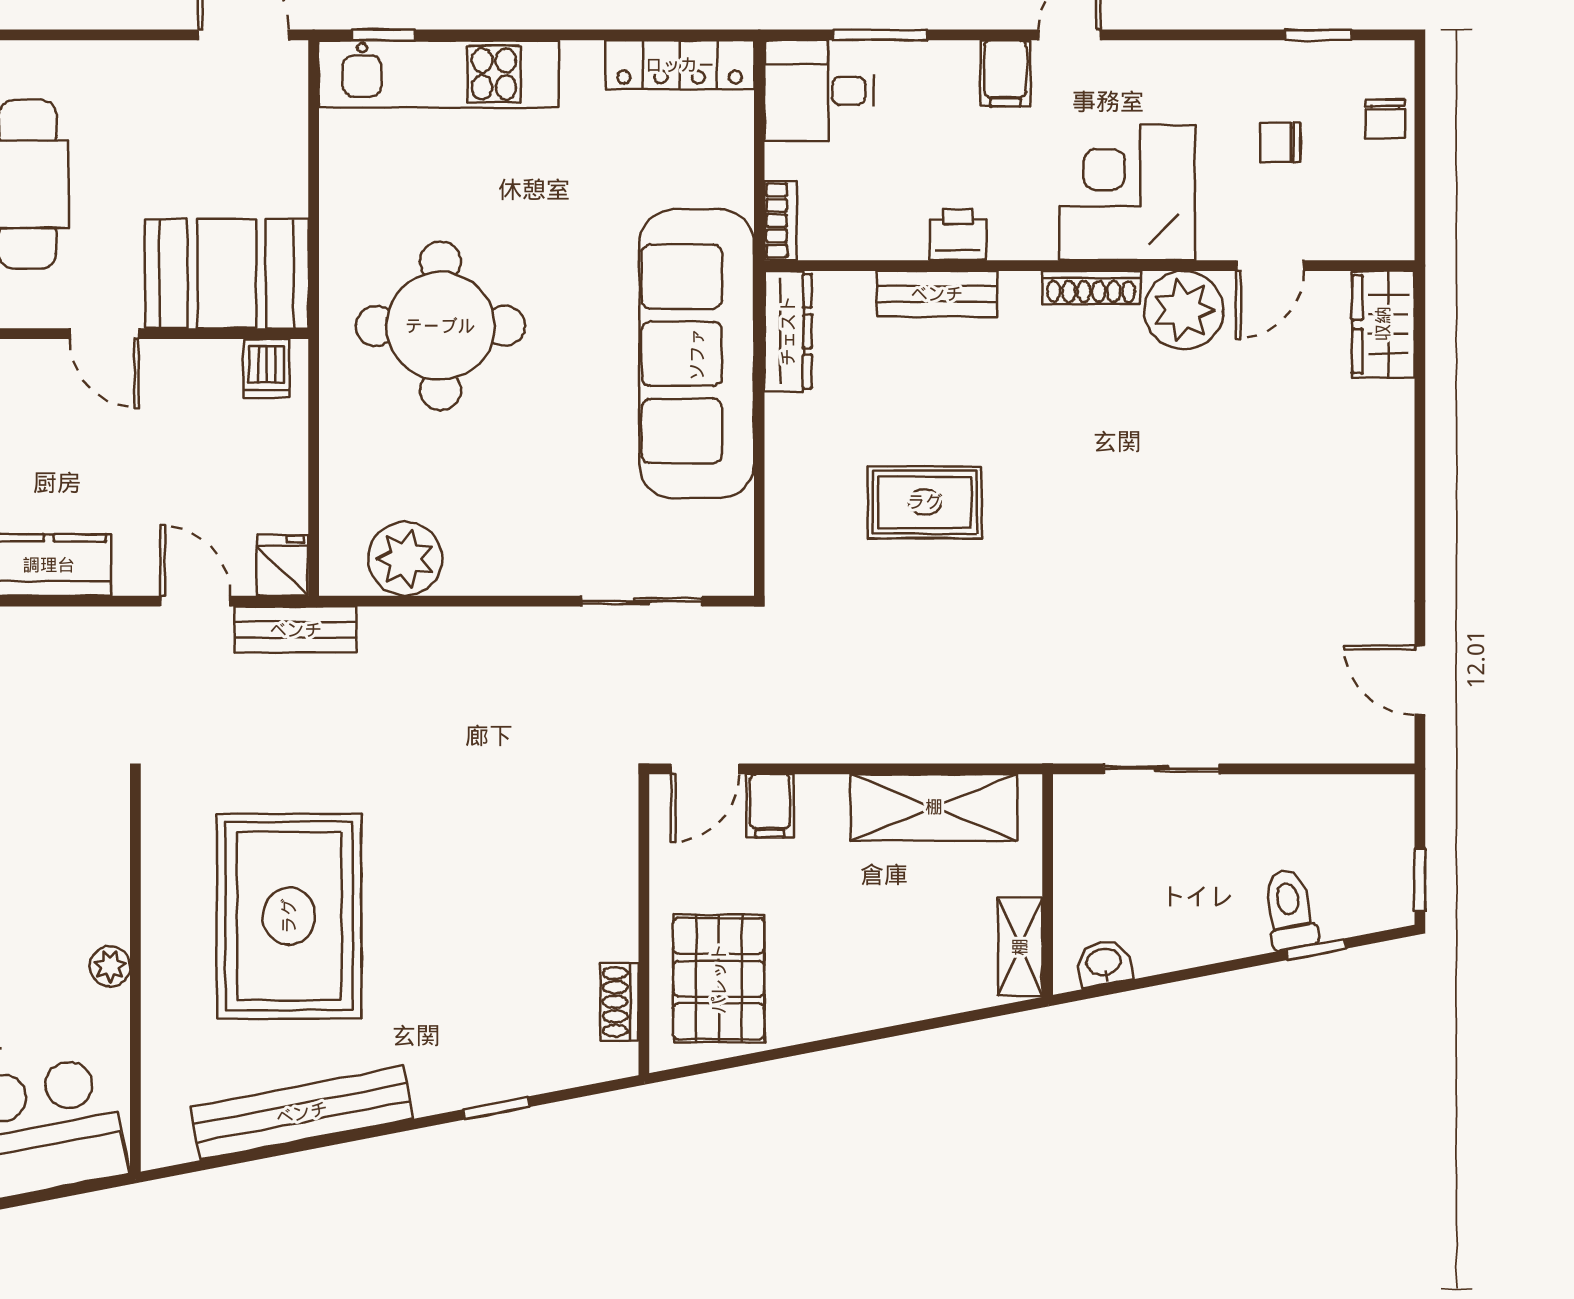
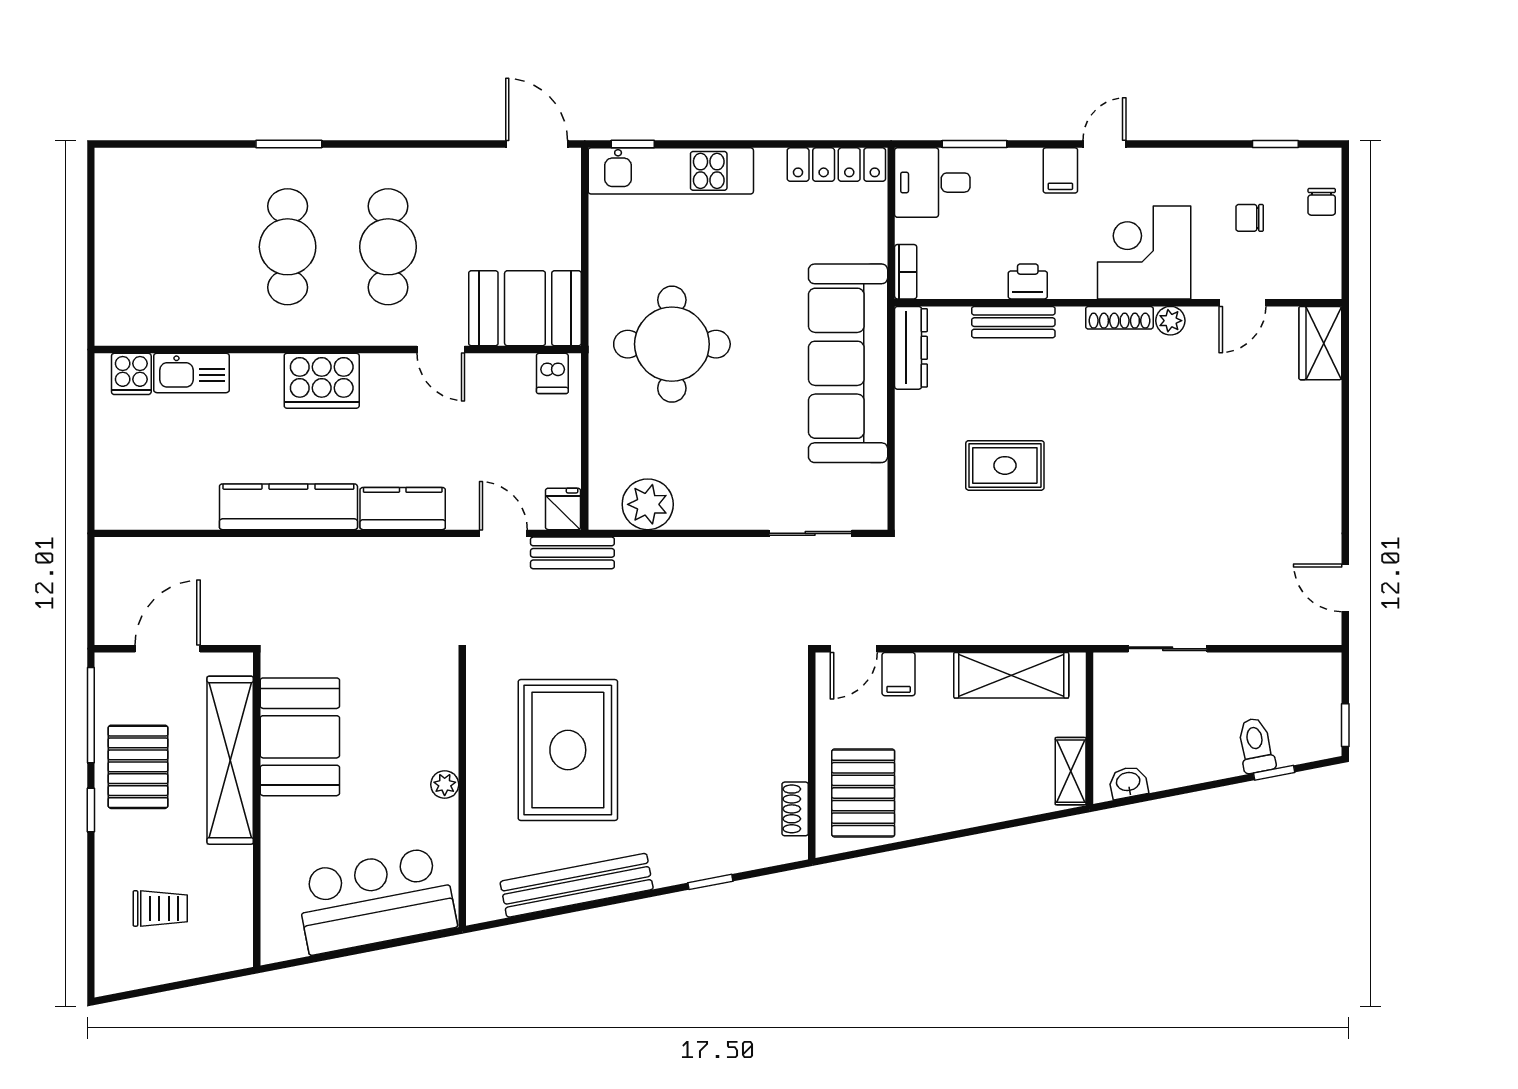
plant: (1184, 310) -> (1170, 321), width x0.53, depth x0.53

